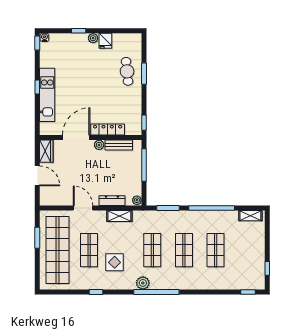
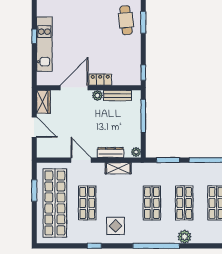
locker: (108, 129) -> (100, 80), width x0.66
display table: (115, 262) -> (116, 226), moved
plant: (143, 283) -> (185, 237), moved

